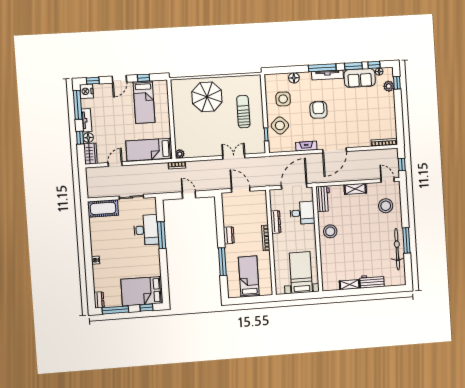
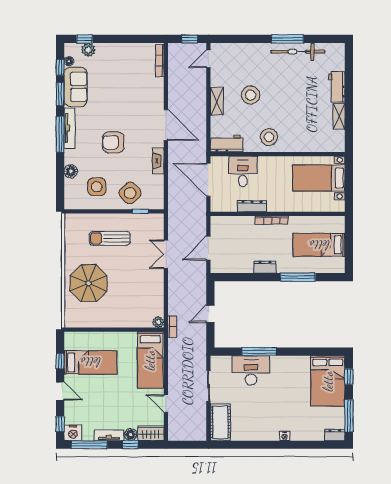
stool: (386, 206) -> (251, 95), moved

